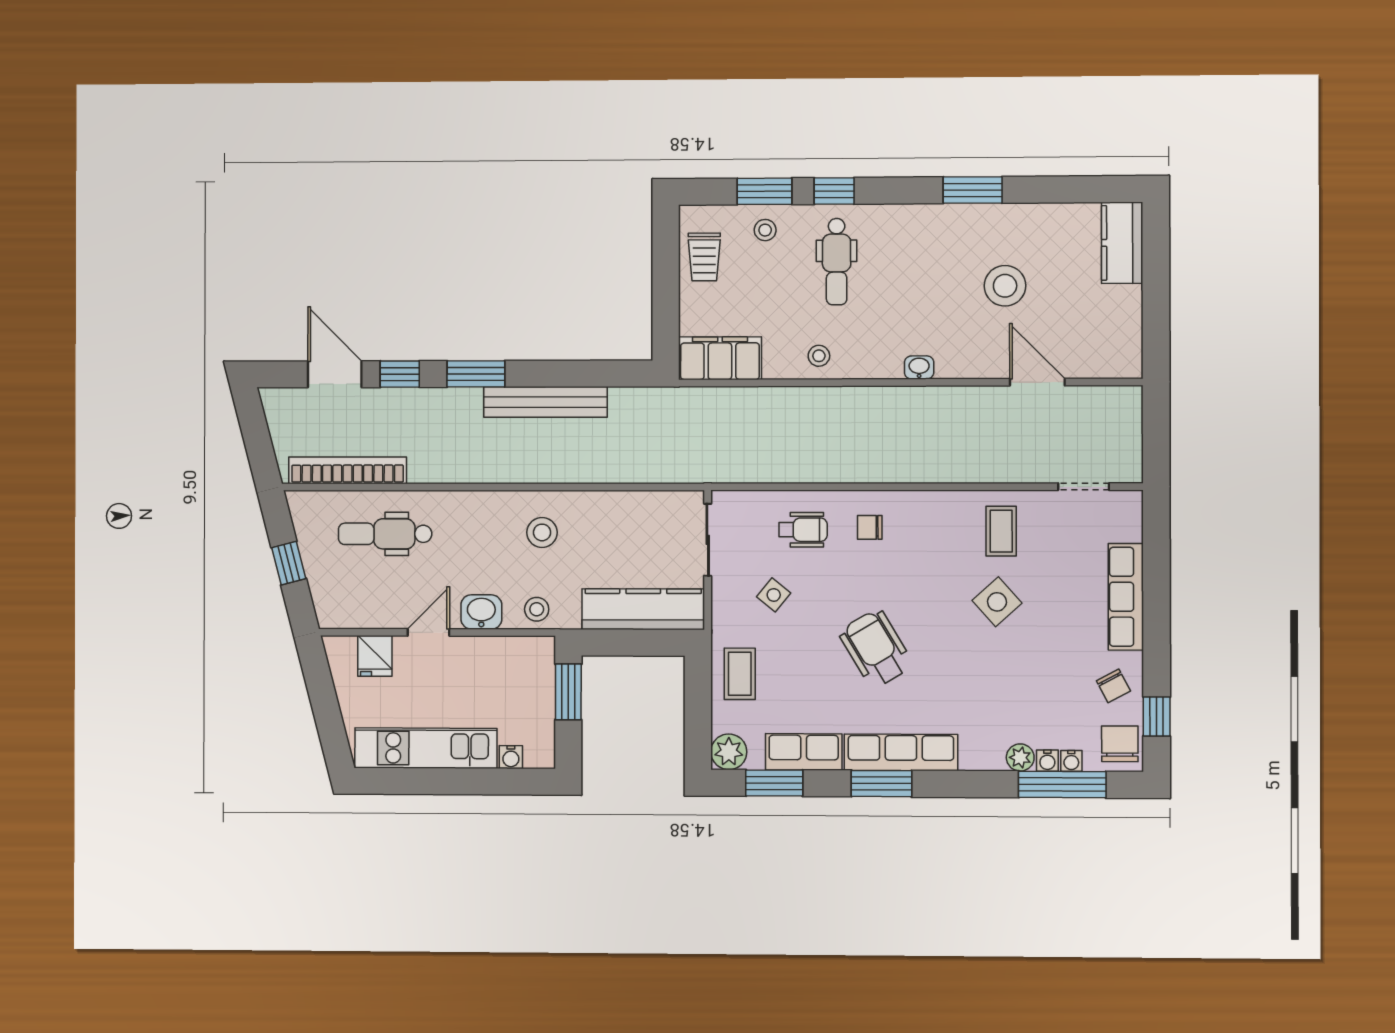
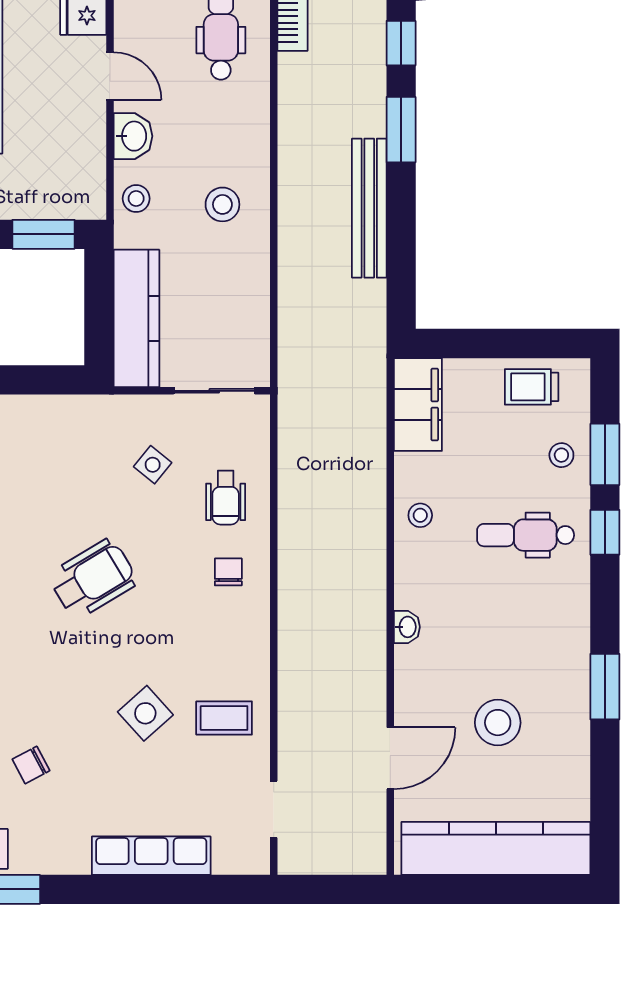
kitchen counter: (1122, 243) -> (496, 848), width x2.08, depth x1.17
coffee table: (740, 674) -> (64, 427), removed
chair: (1113, 686) -> (31, 765), moved

